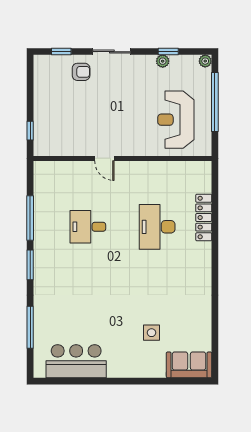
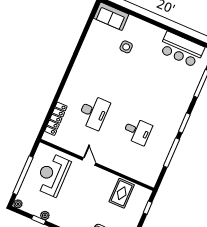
reception desk: (176, 120) -> (52, 175), turned 180
rug: (73, 135) -> (122, 193), added
door: (104, 158) -> (89, 162), moved
locker: (204, 218) -> (56, 119), moved

